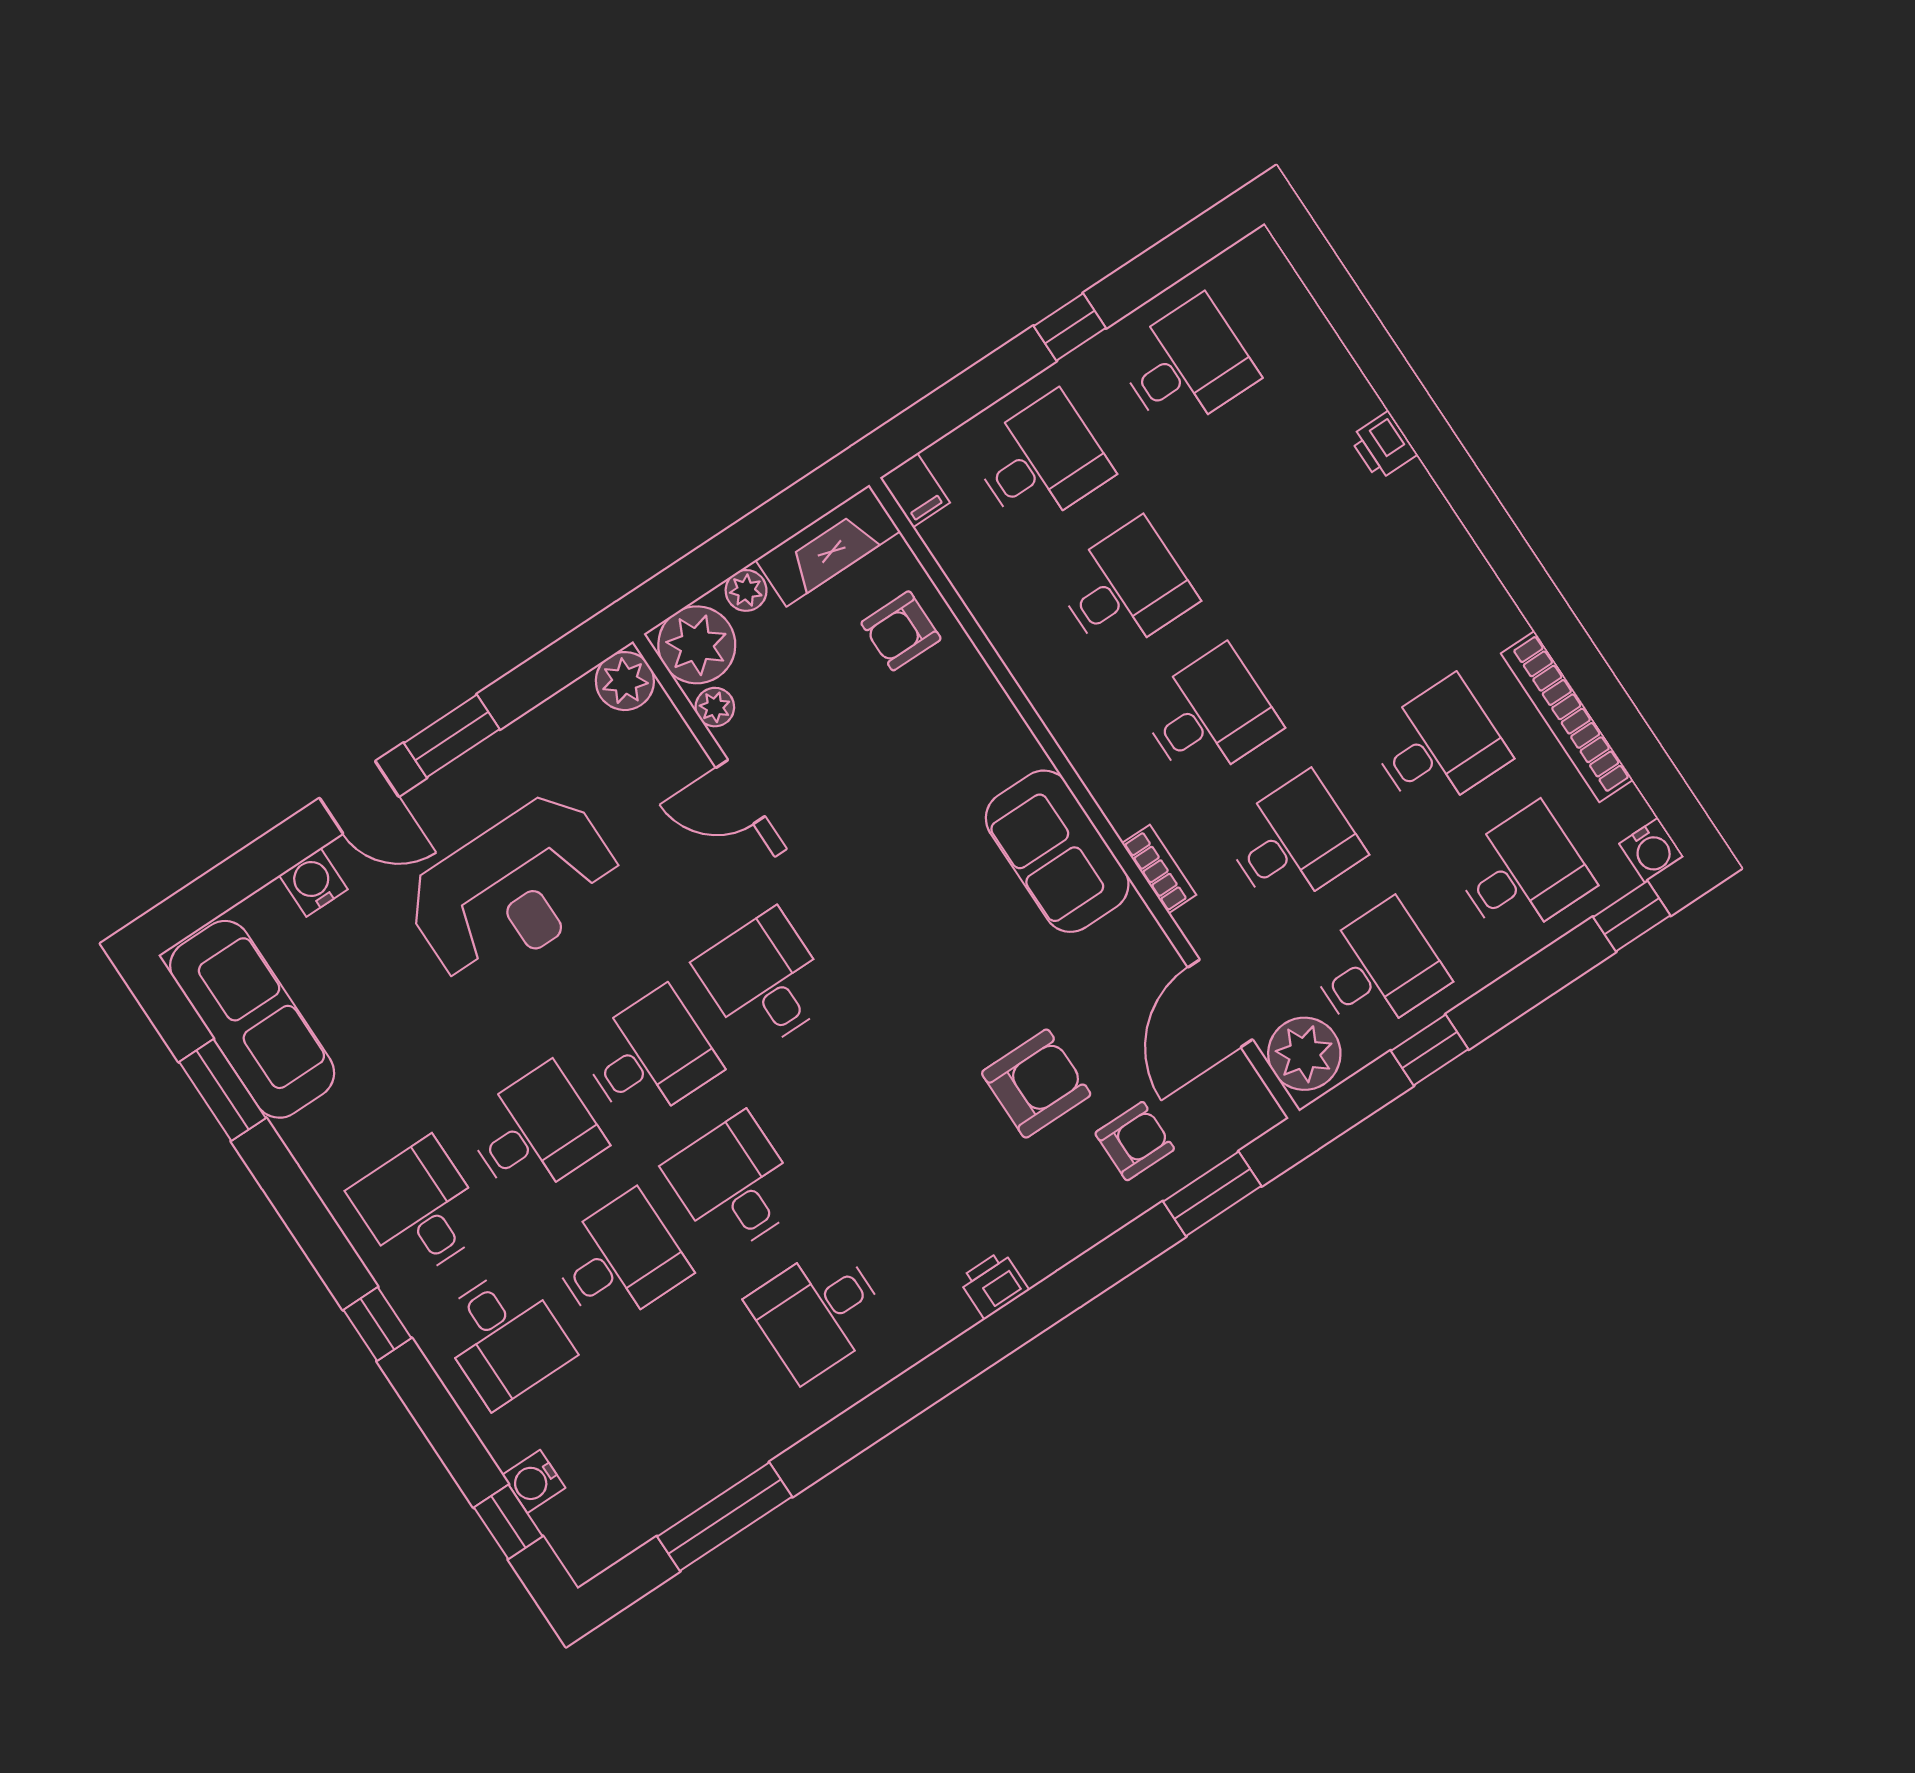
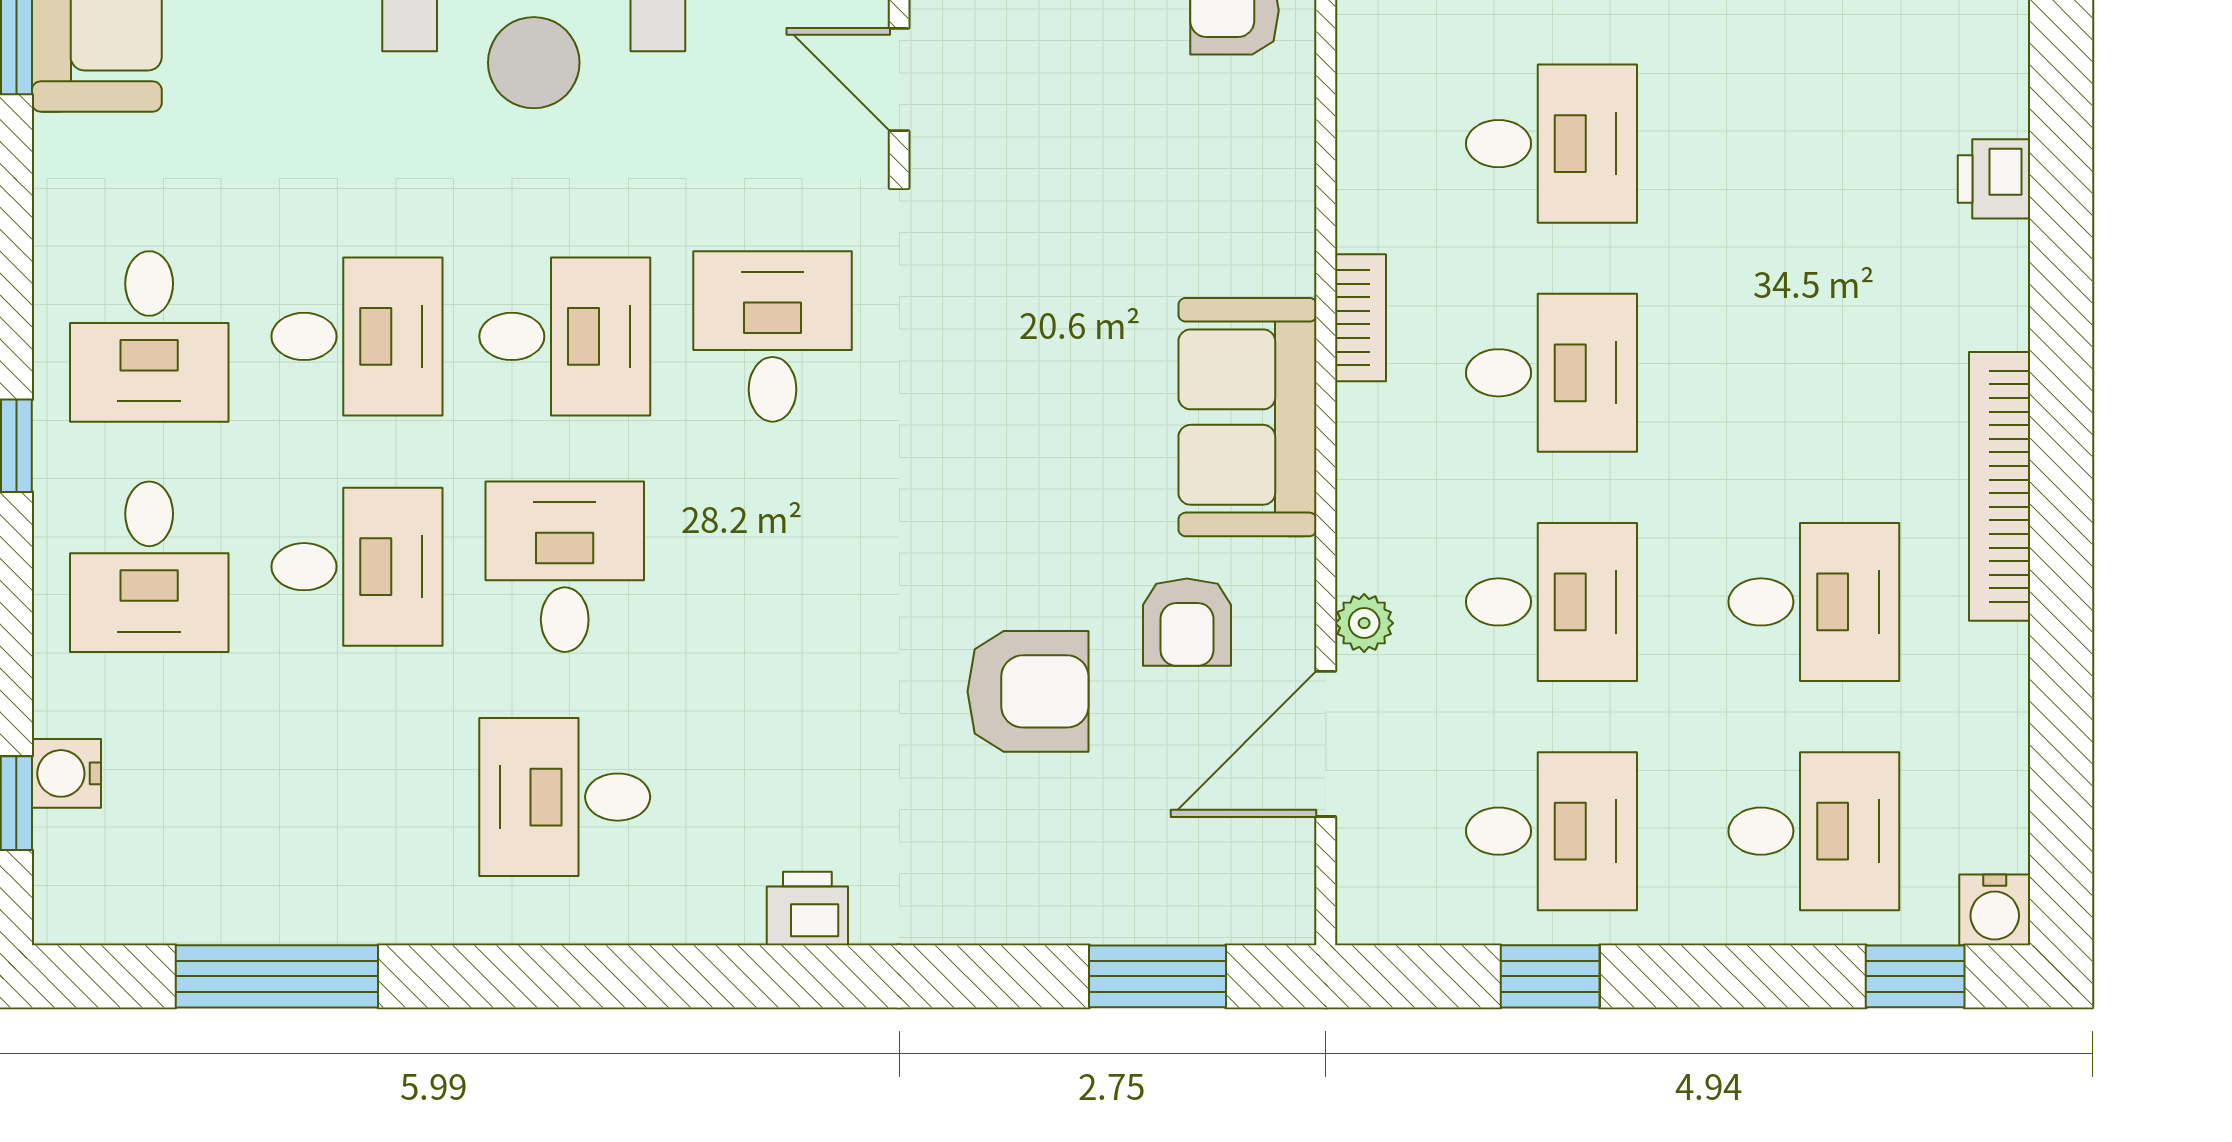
bookcase: (1567, 717) -> (2000, 486), moved
bookcase: (1159, 869) -> (1361, 318), moved
plant: (1304, 1054) -> (1364, 623), moved, width x0.53, depth x0.53
armchair: (1135, 1141) -> (1187, 622), moved, turned 90
desk: (419, 1209) -> (149, 336), turned 180

